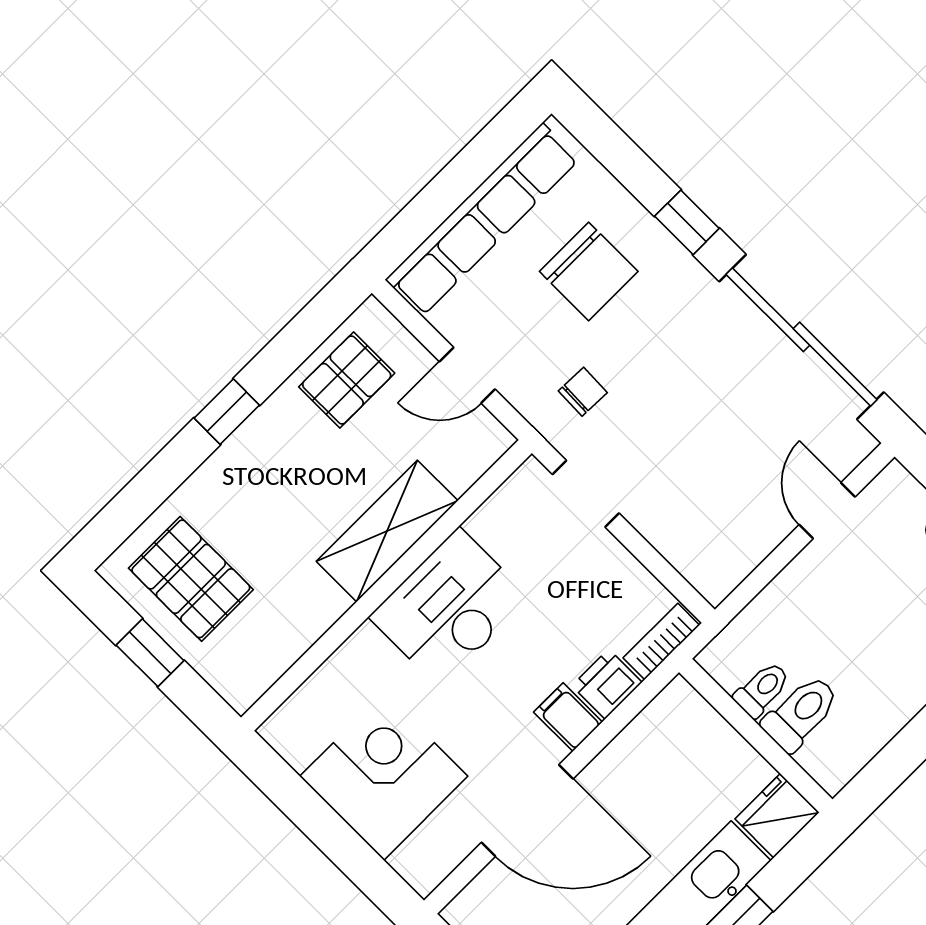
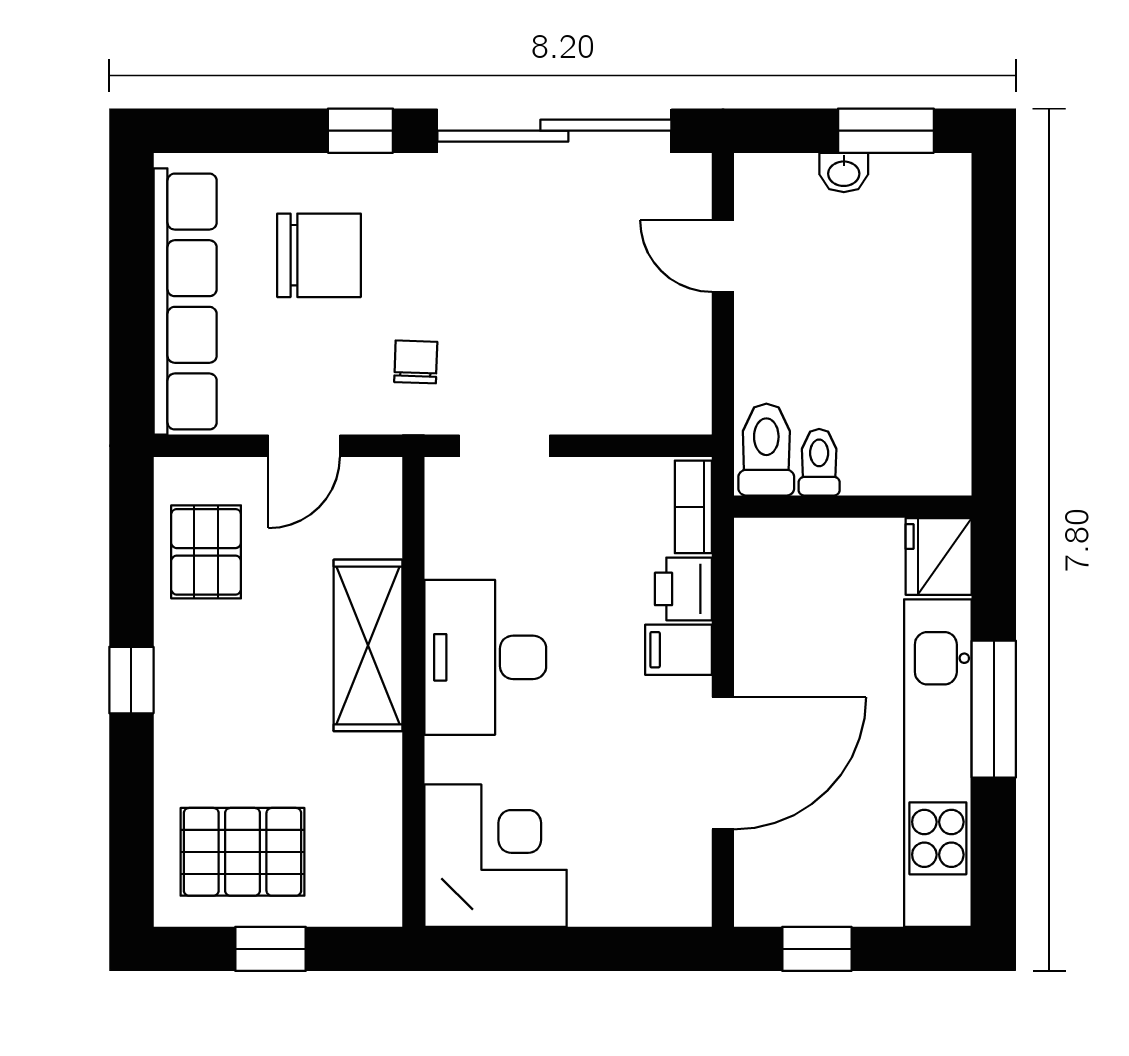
toilet: (801, 713) -> (766, 450), moved
corner desk: (384, 776) -> (496, 856), moved, turned 90

